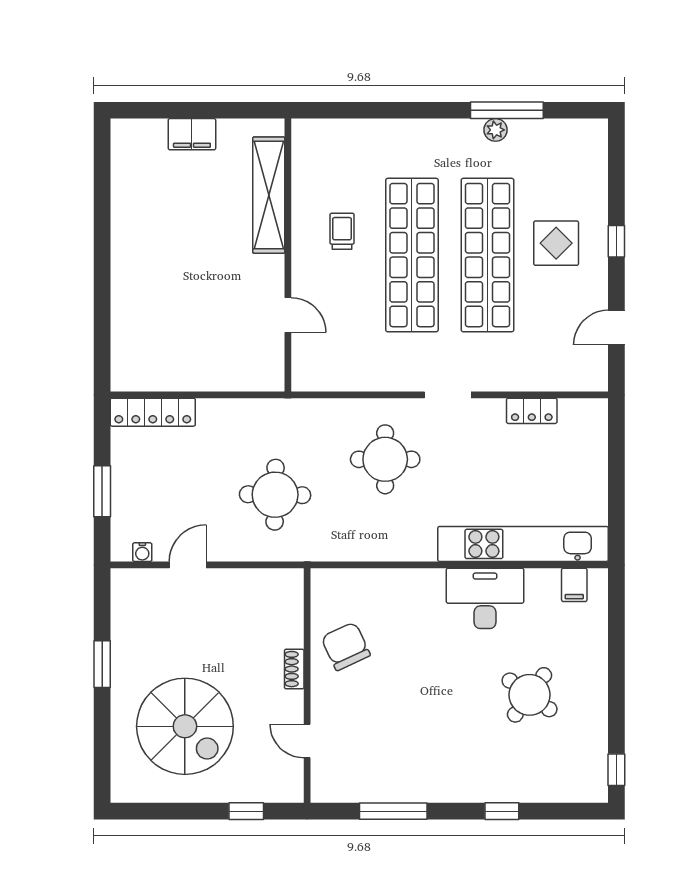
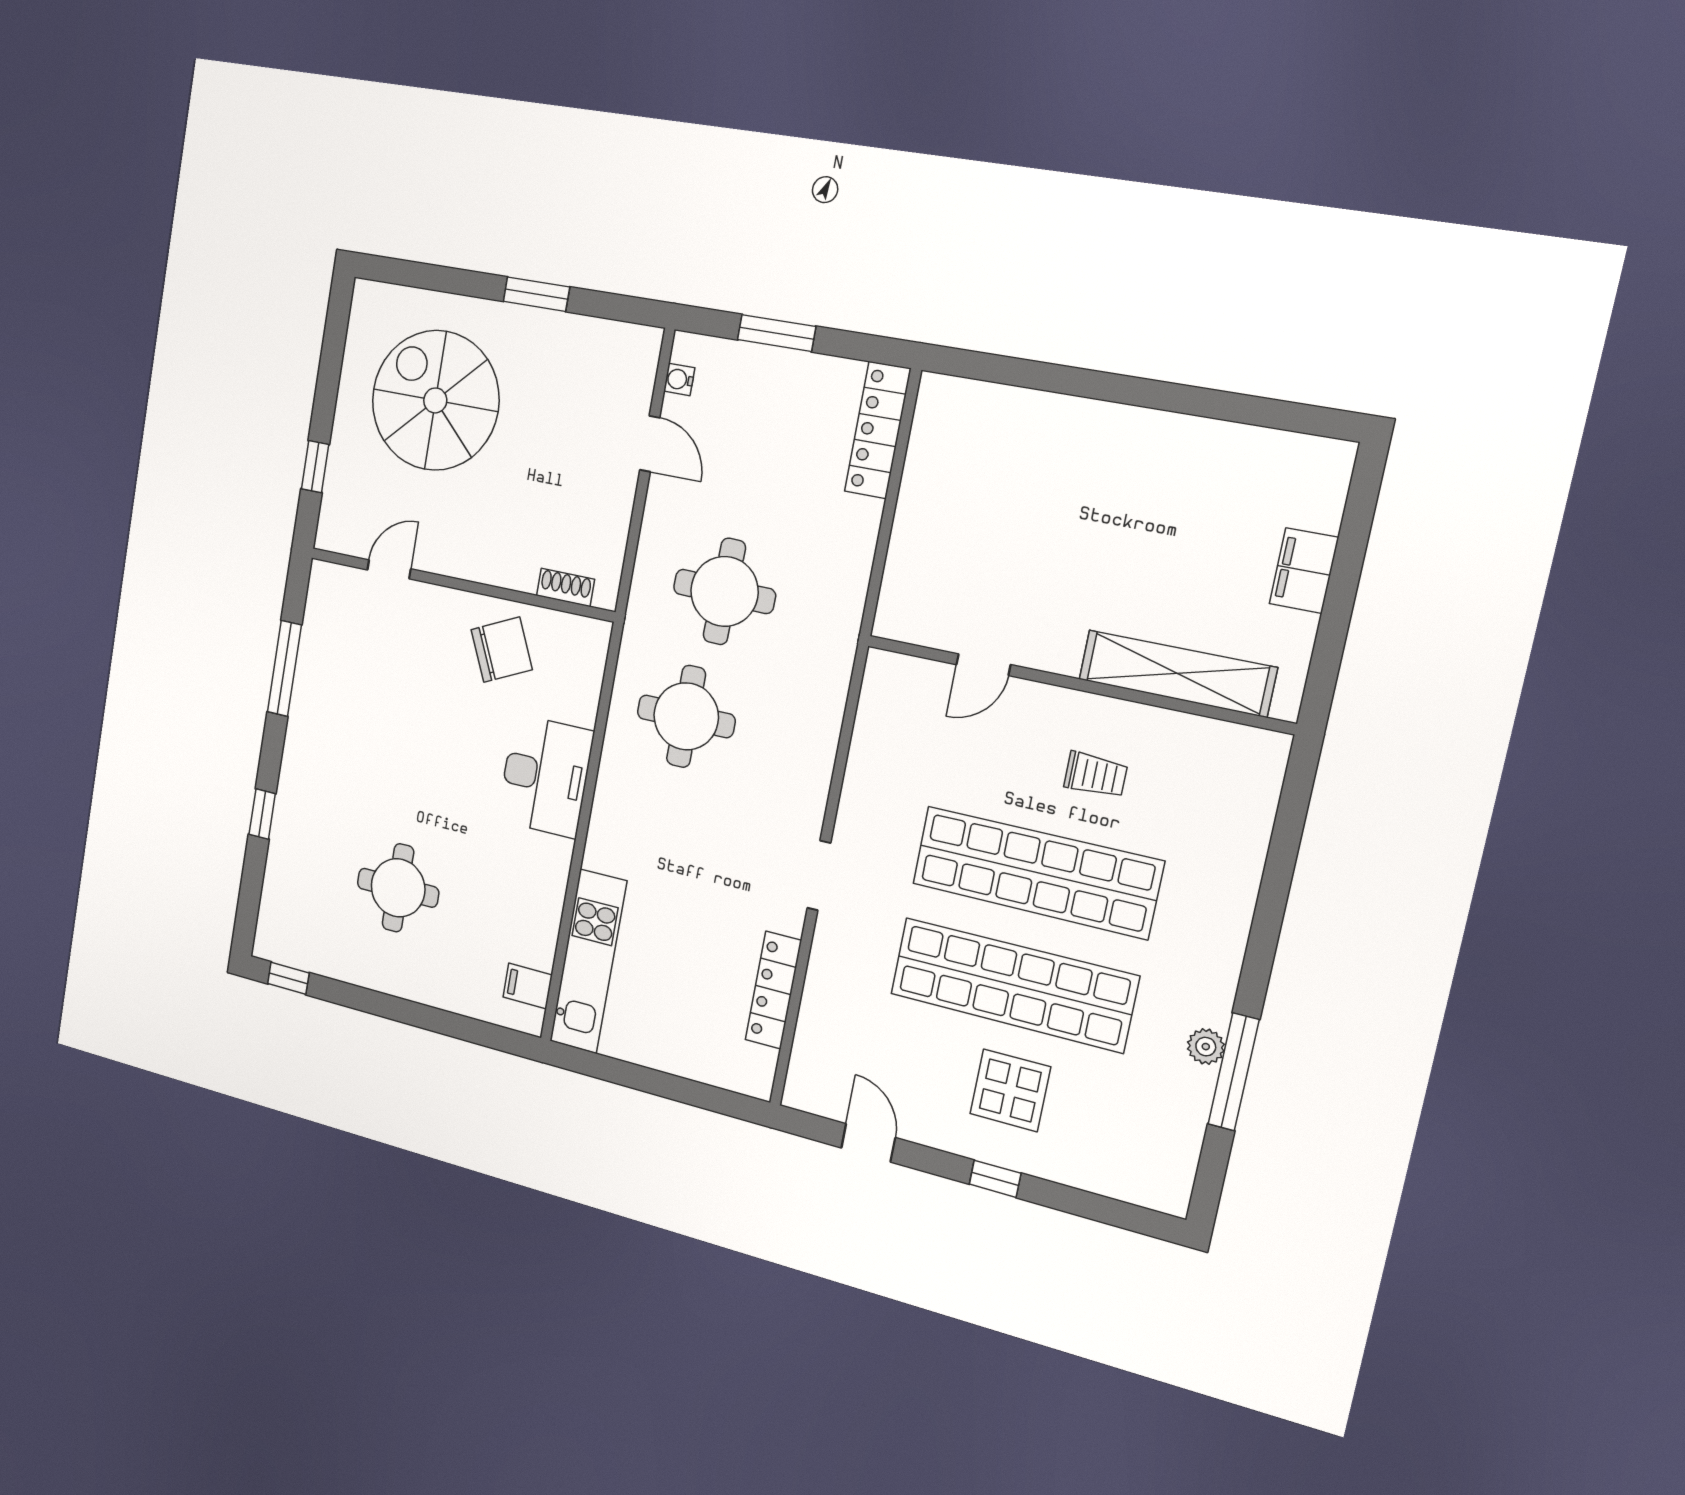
locker: (532, 411) -> (773, 990), width x1.53
round table: (385, 459) -> (686, 716), moved
kitchen unit: (523, 544) -> (588, 961), width x0.73
desk: (485, 598) -> (545, 776), moved
shoe rack: (294, 669) -> (565, 587), moved
round table: (530, 695) -> (398, 888), turned -36
spiral stairs: (185, 726) -> (435, 400), turned 90

